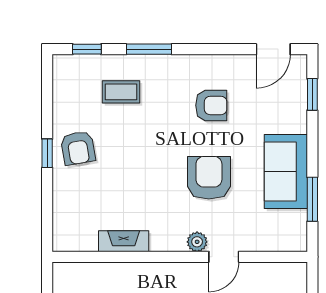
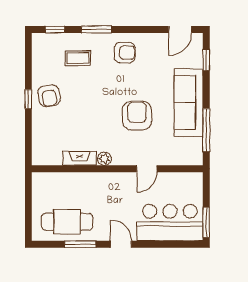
armchair: (211, 105) -> (125, 53), moved
sofa: (286, 172) -> (188, 103), width x1.36
window: (312, 199) -> (206, 130), width x1.44
plant: (197, 242) -> (104, 159), moved

